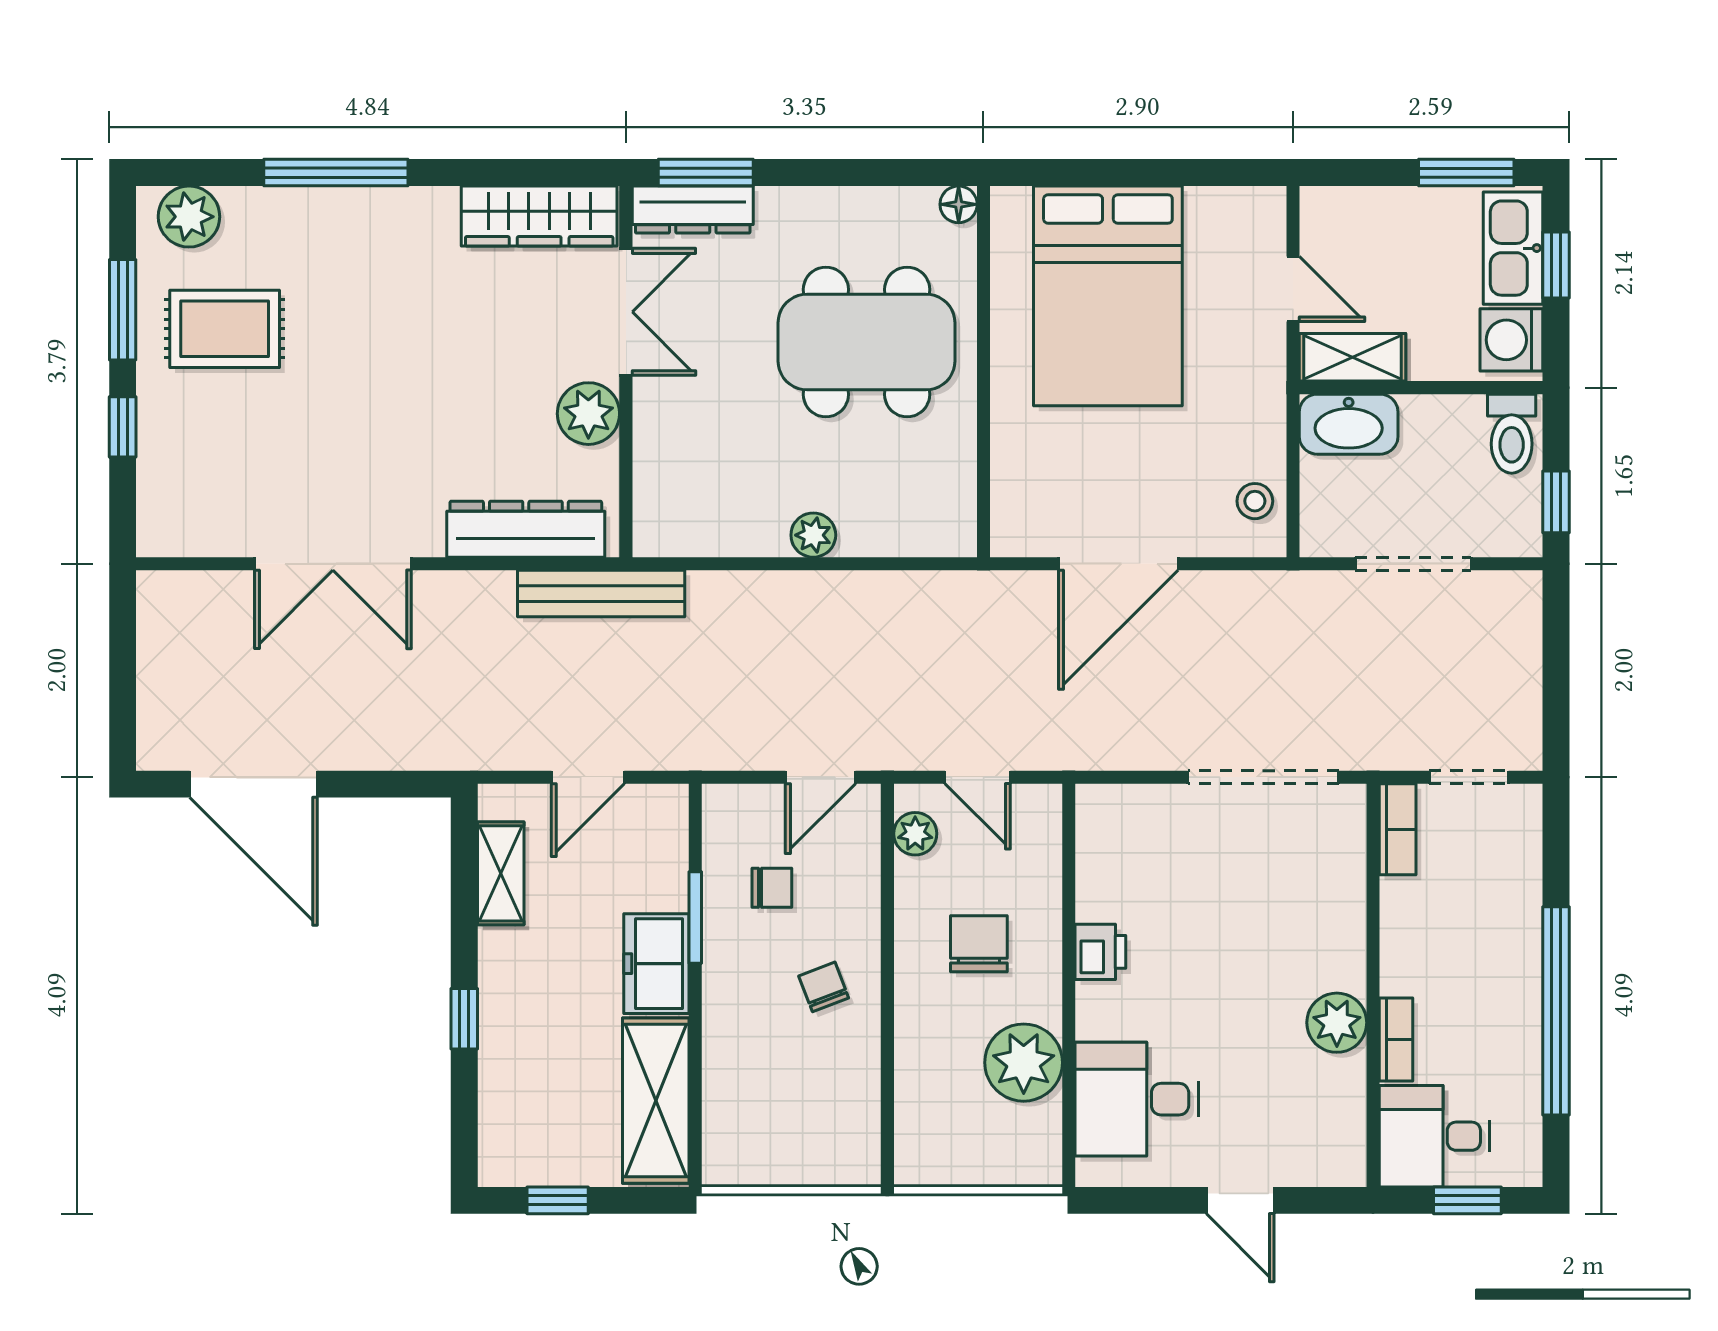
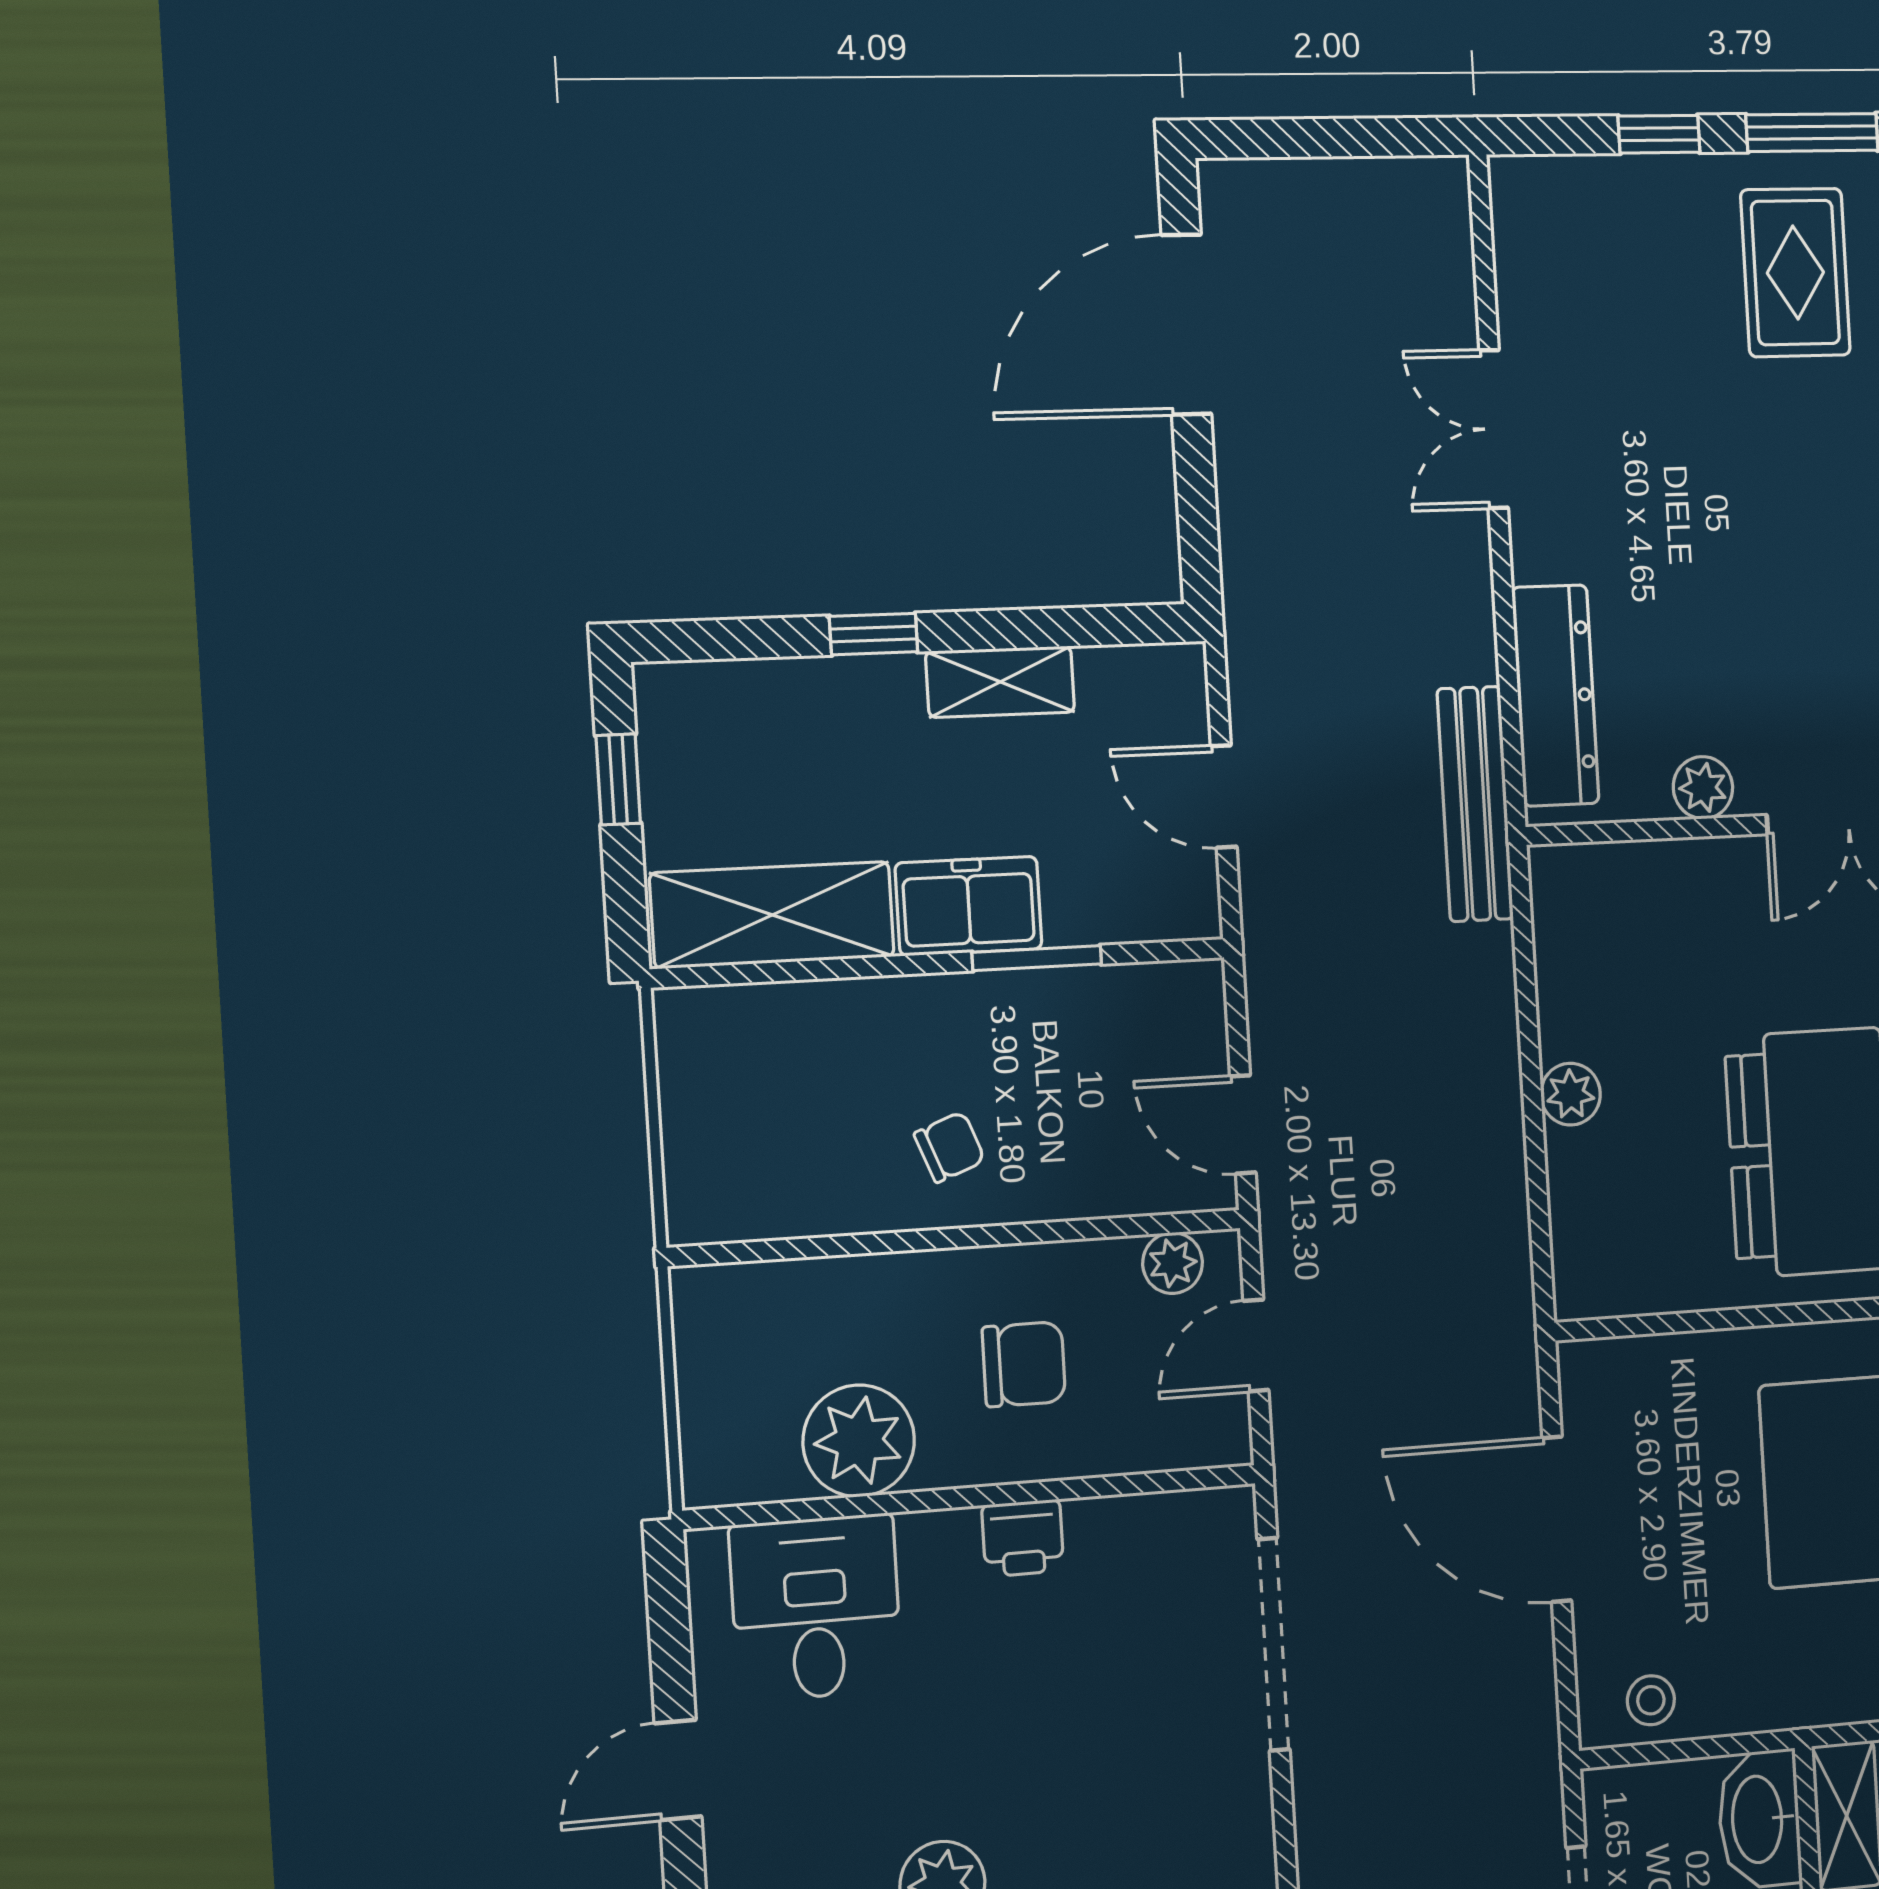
plant: (588, 414) -> (1703, 788), width x0.73, depth x0.73
double door: (333, 564) -> (1494, 429), width x0.73
doorway: (1263, 777) -> (1274, 1644), moved
shelving: (501, 873) -> (1000, 682), moved
chair: (772, 888) -> (1085, 1065), removed

